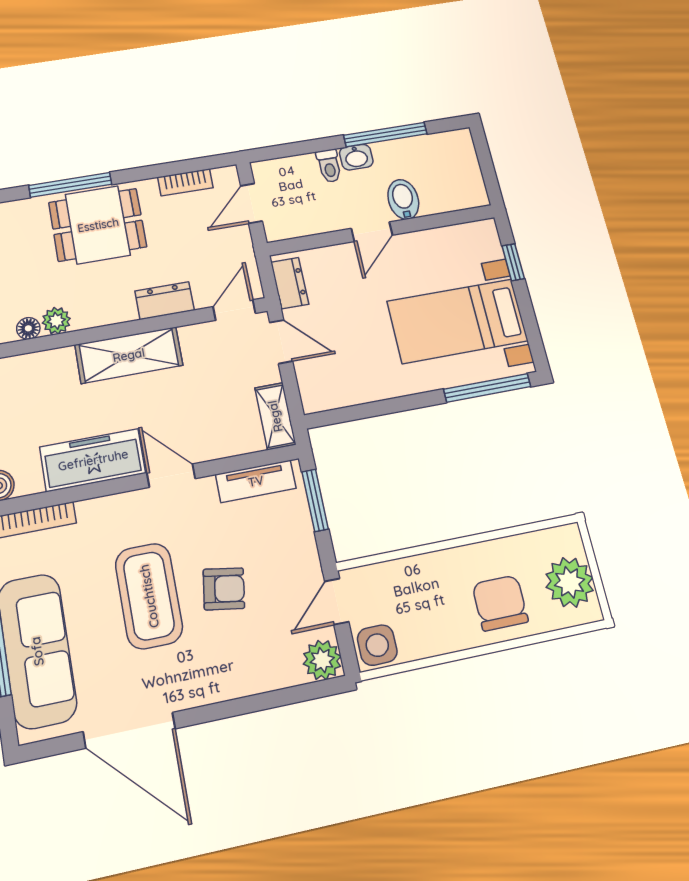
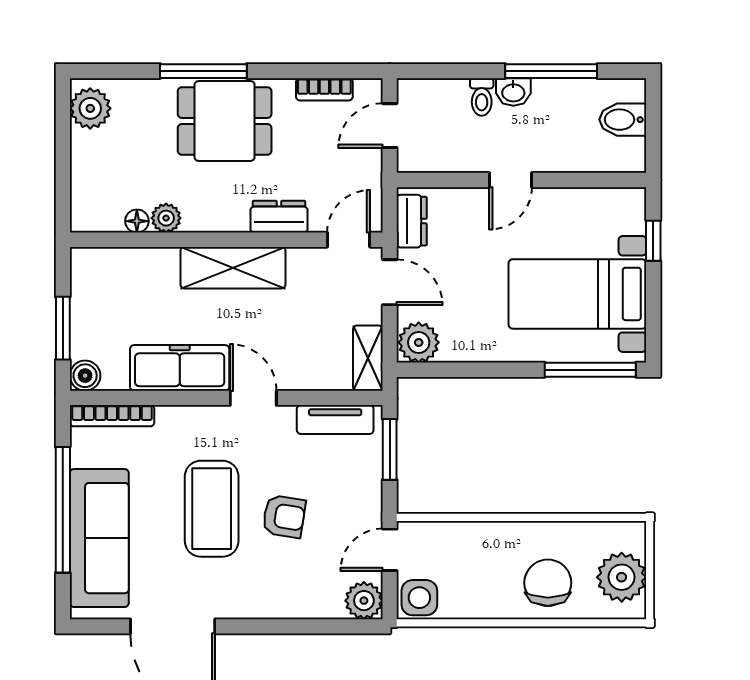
bidet: (403, 199) -> (623, 120), moved, turned -90
plant: (321, 392) -> (419, 342), added

